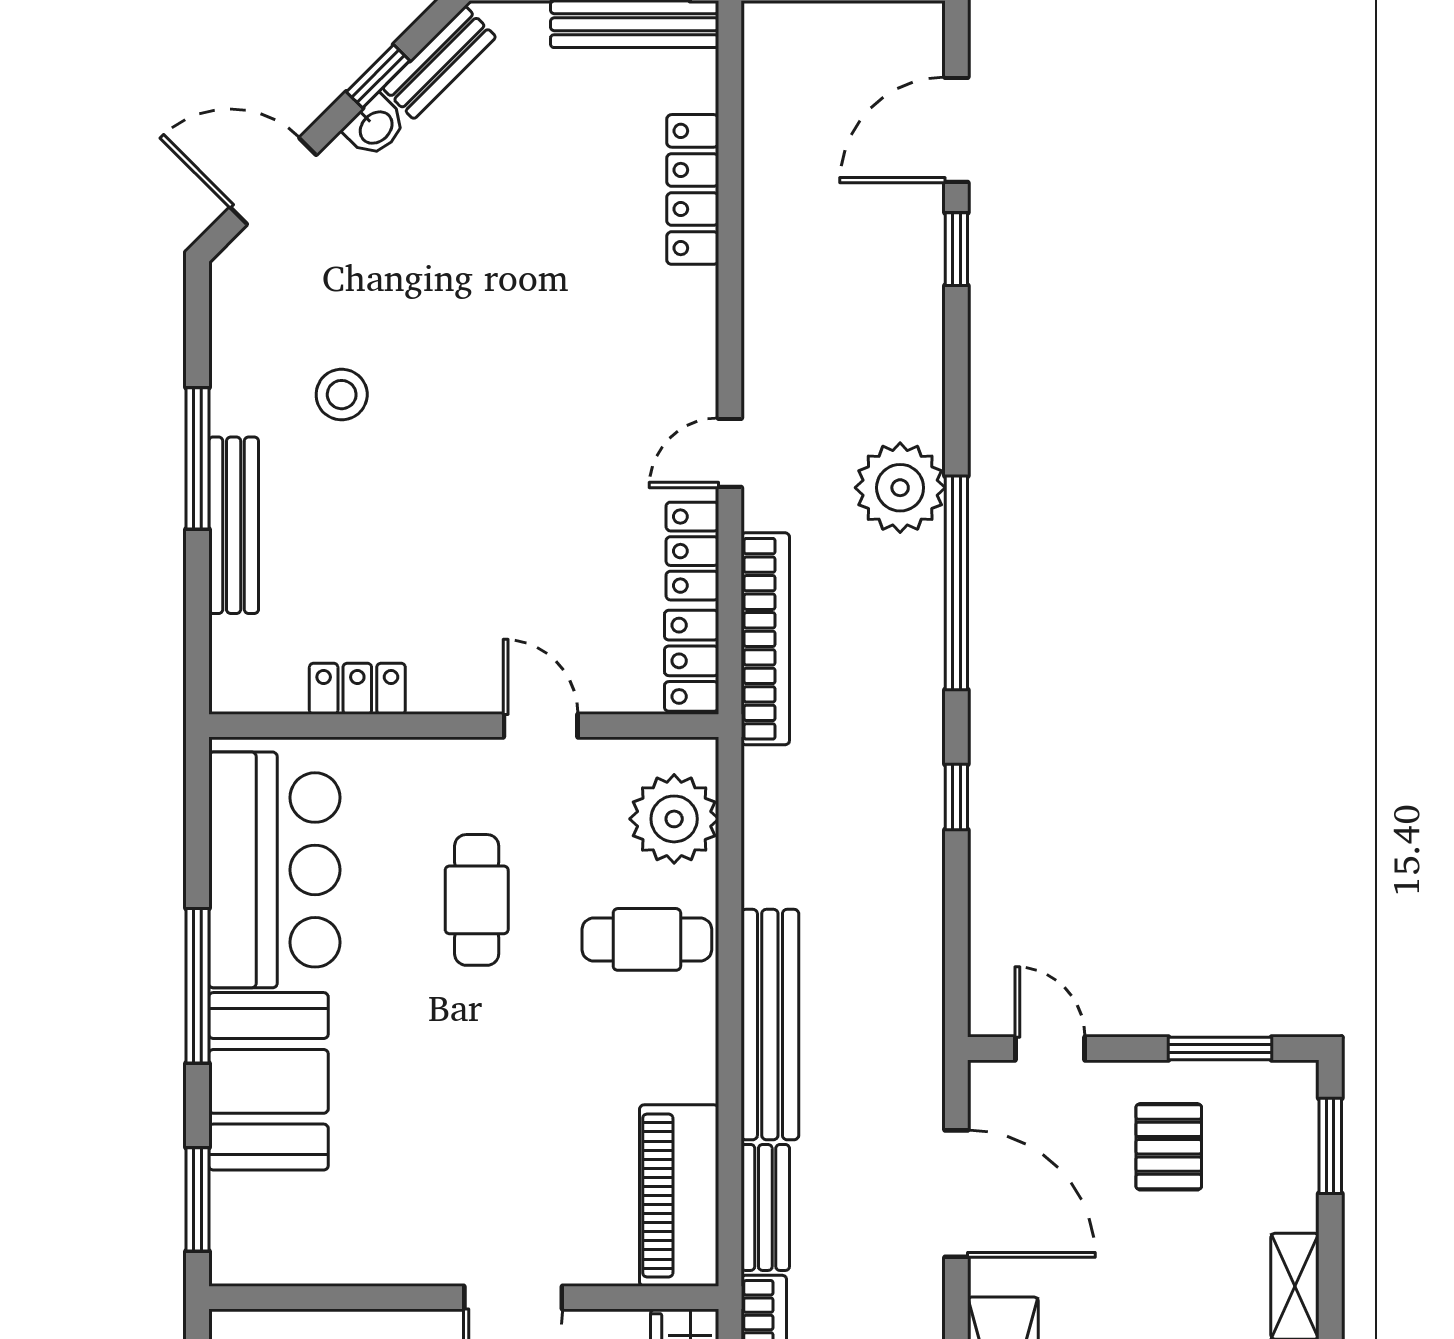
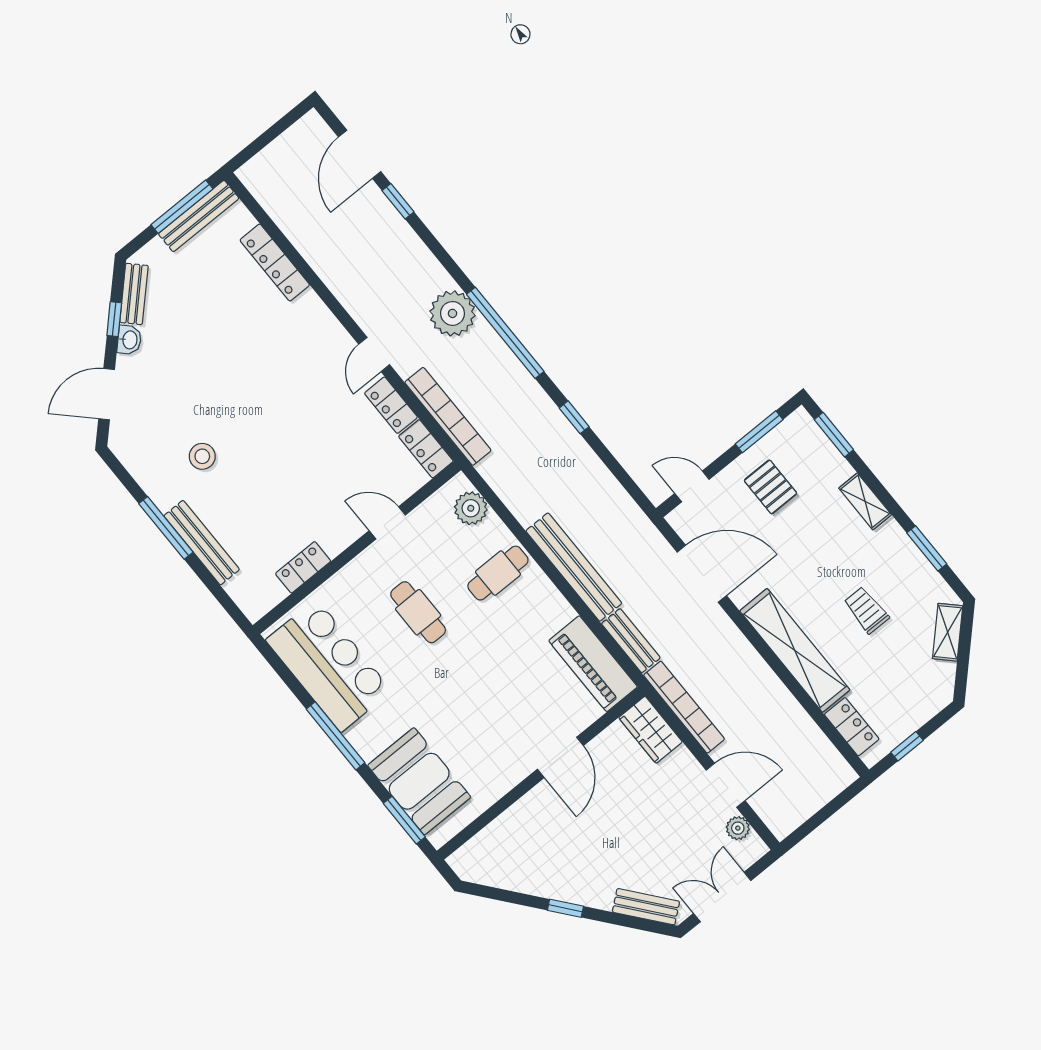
plant: (674, 819) -> (471, 508), width x0.73, depth x0.73
booth: (268, 1081) -> (419, 781), moved

